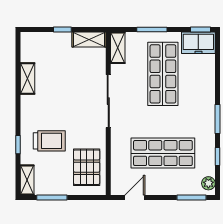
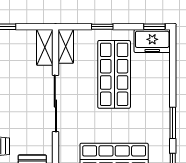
window: (152, 29) -> (102, 27), width x0.67
shelving: (89, 39) -> (45, 47), moved, turned 90

